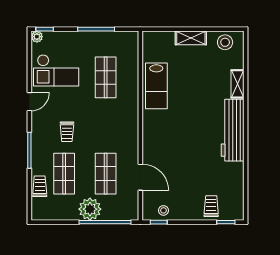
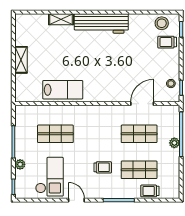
plant: (37, 37) -> (20, 164), moved
stool: (225, 42) -> (162, 23), moved
plant: (90, 209) -> (174, 143), width x0.53, depth x0.53

